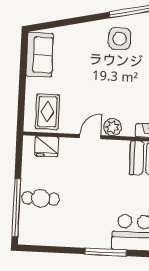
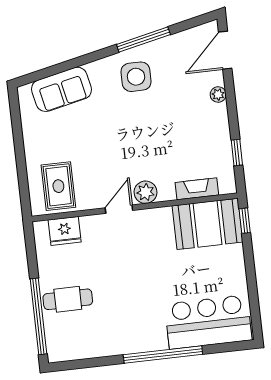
sofa: (40, 55) -> (61, 89), moved, turned 78
window: (106, 252) -> (163, 355), width x1.46

